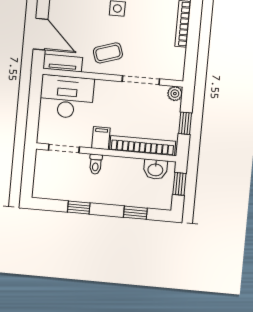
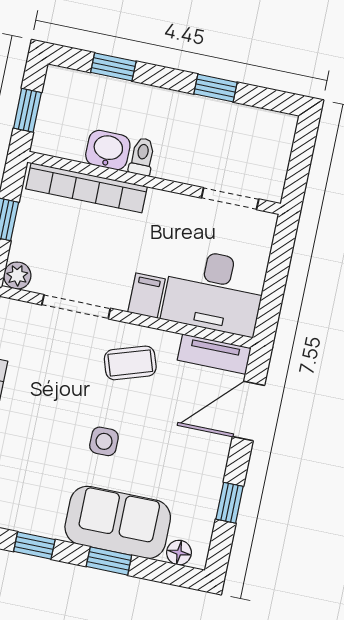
door: (40, 34) -> (249, 411), hinge flipped
filing cabinet: (101, 138) -> (147, 296), moved, turned 180
toilet: (96, 164) -> (142, 157), moved
washbasin: (155, 169) -> (108, 150), moved

